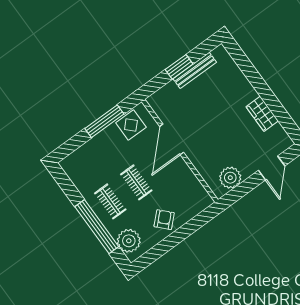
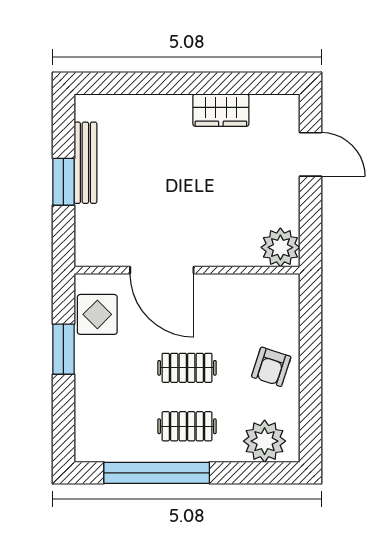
window: (104, 121) -> (63, 349), width x0.69
plant: (230, 178) -> (280, 247), moved
armchair: (164, 220) -> (271, 367), turned -118
window: (97, 227) -> (157, 473), moved

